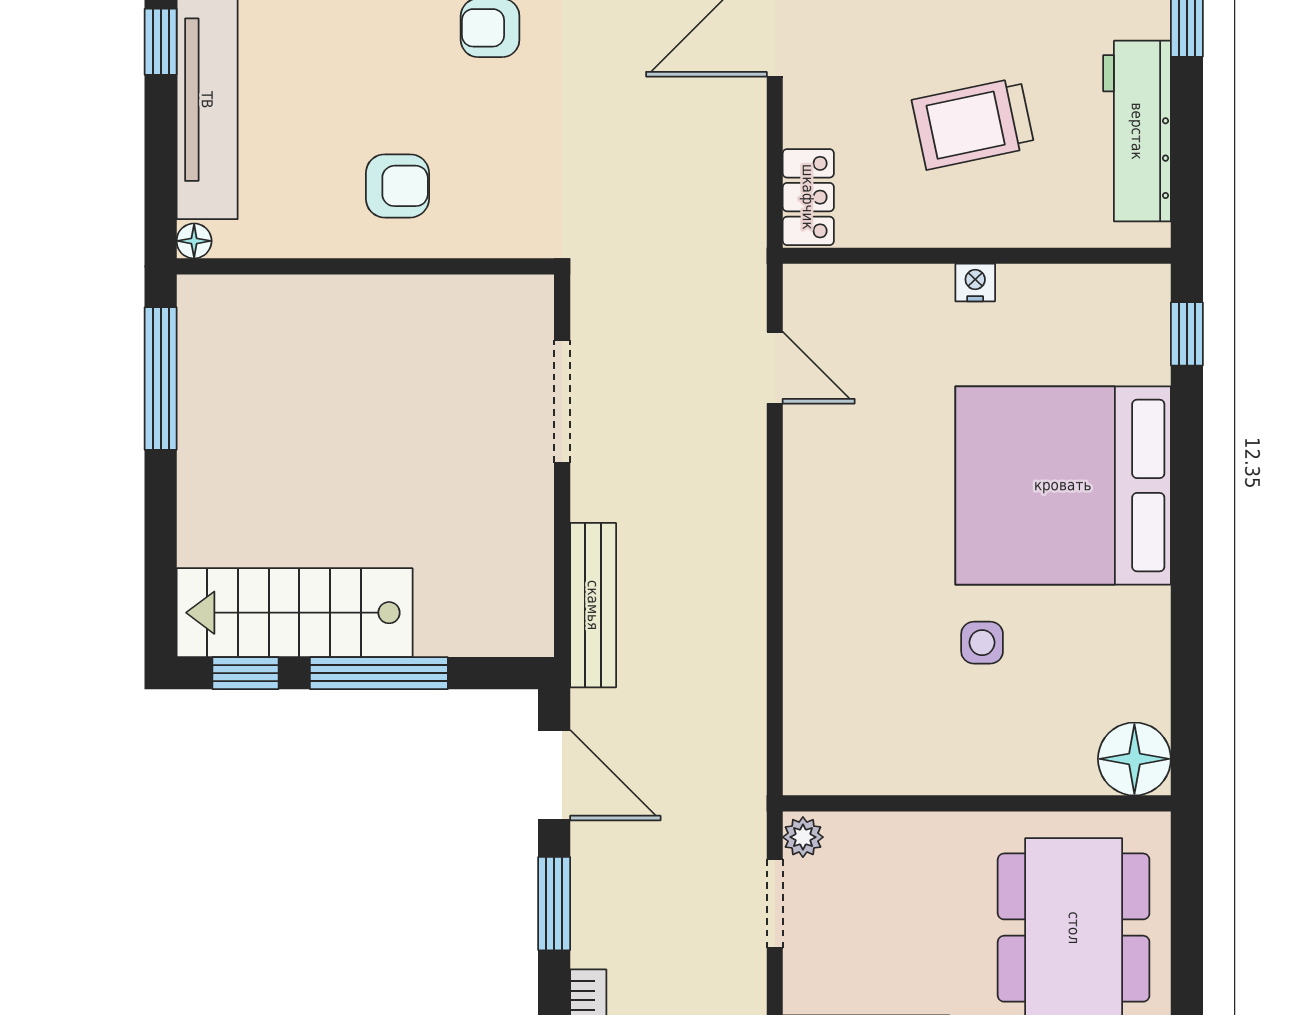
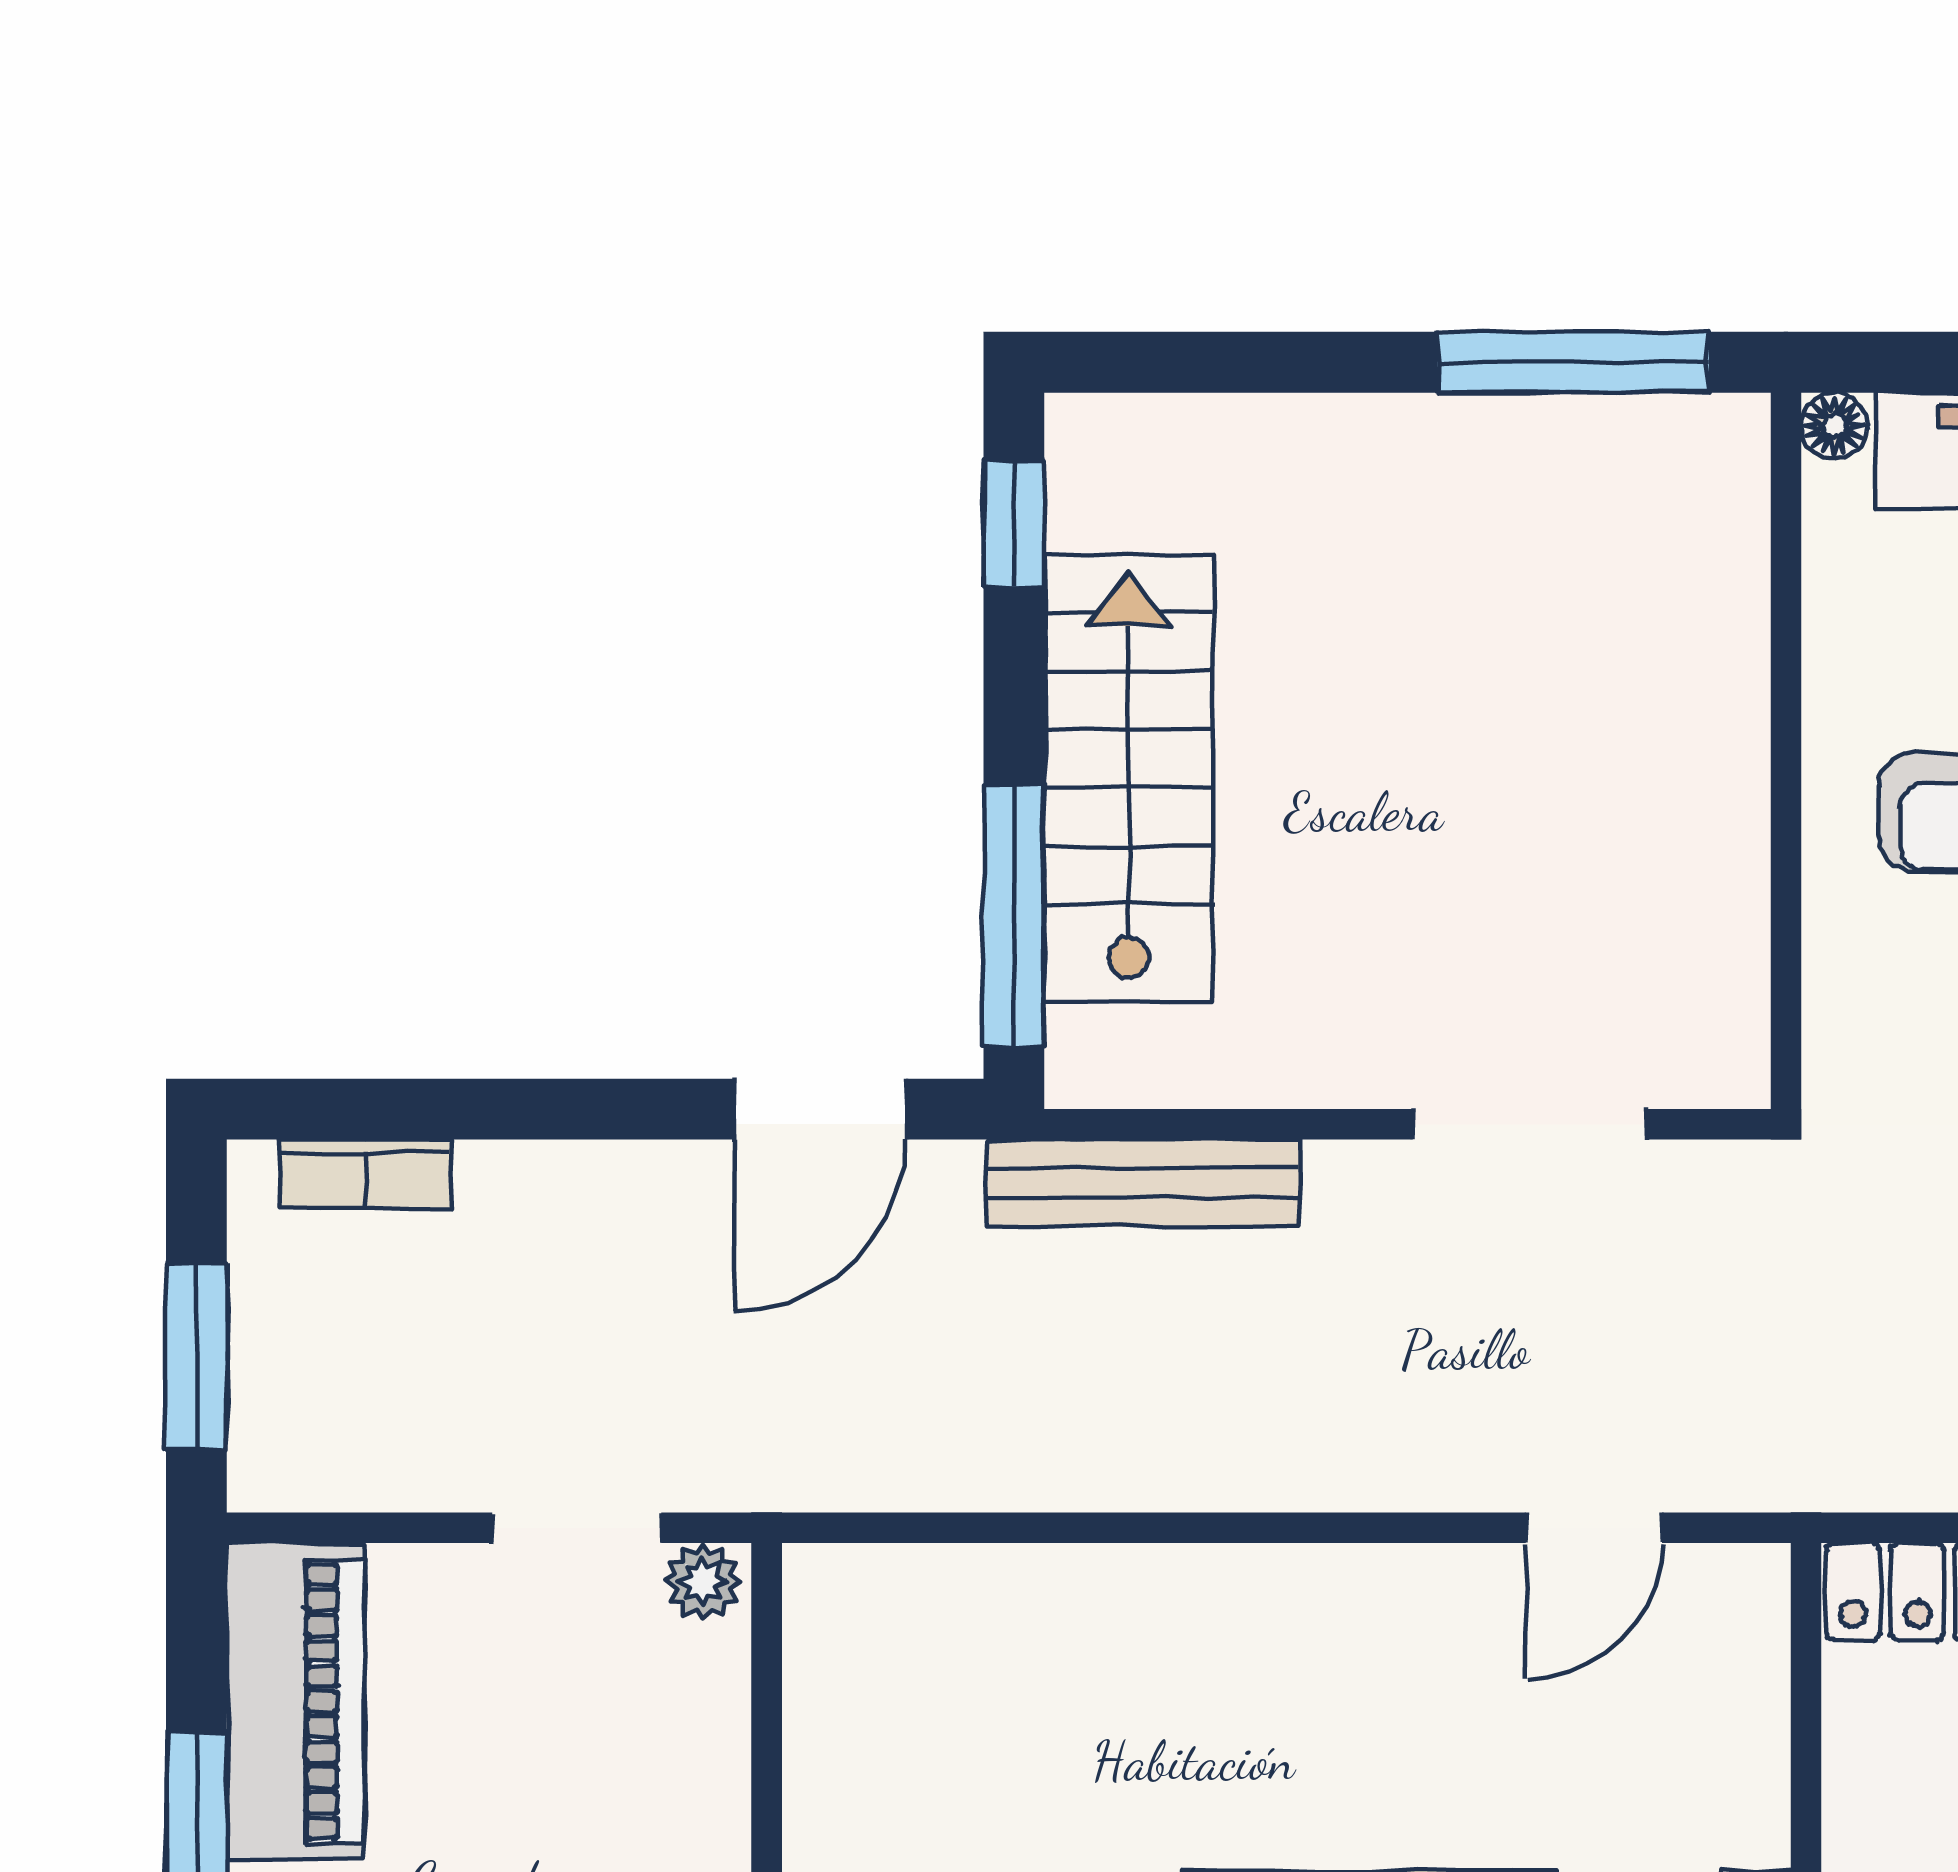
stairs: (295, 613) -> (1129, 778), moved
window: (379, 673) -> (1014, 916), moved
window: (554, 904) -> (577, 1109), removed

